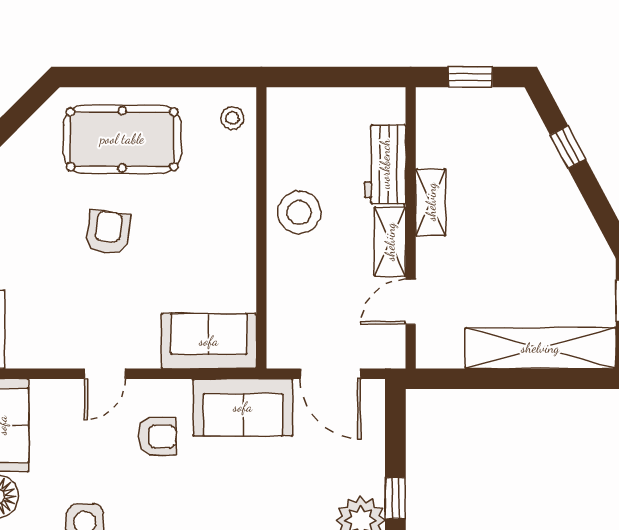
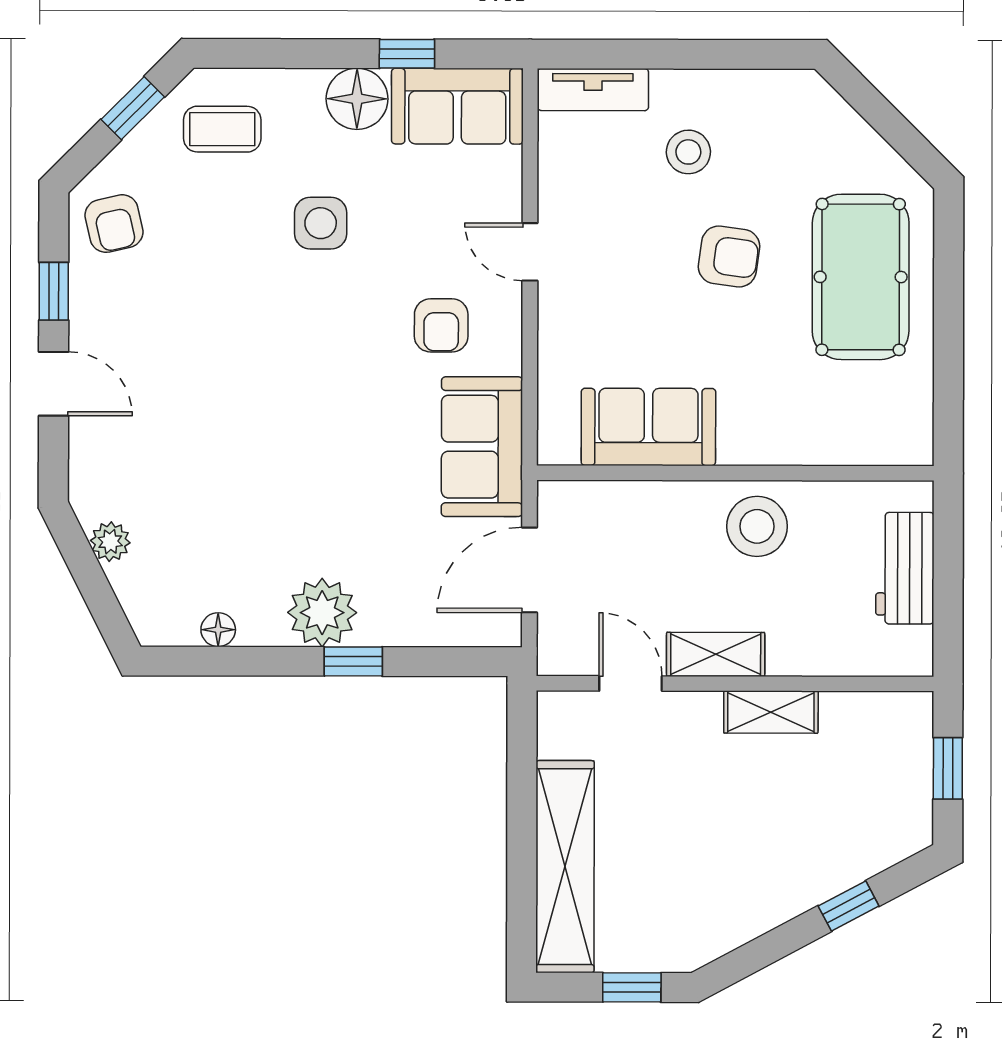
stool: (232, 118) -> (688, 152), moved, width x1.37, depth x1.37
workbench: (385, 164) -> (905, 568), moved, turned -90
sofa: (209, 341) -> (648, 427), moved, turned -90

